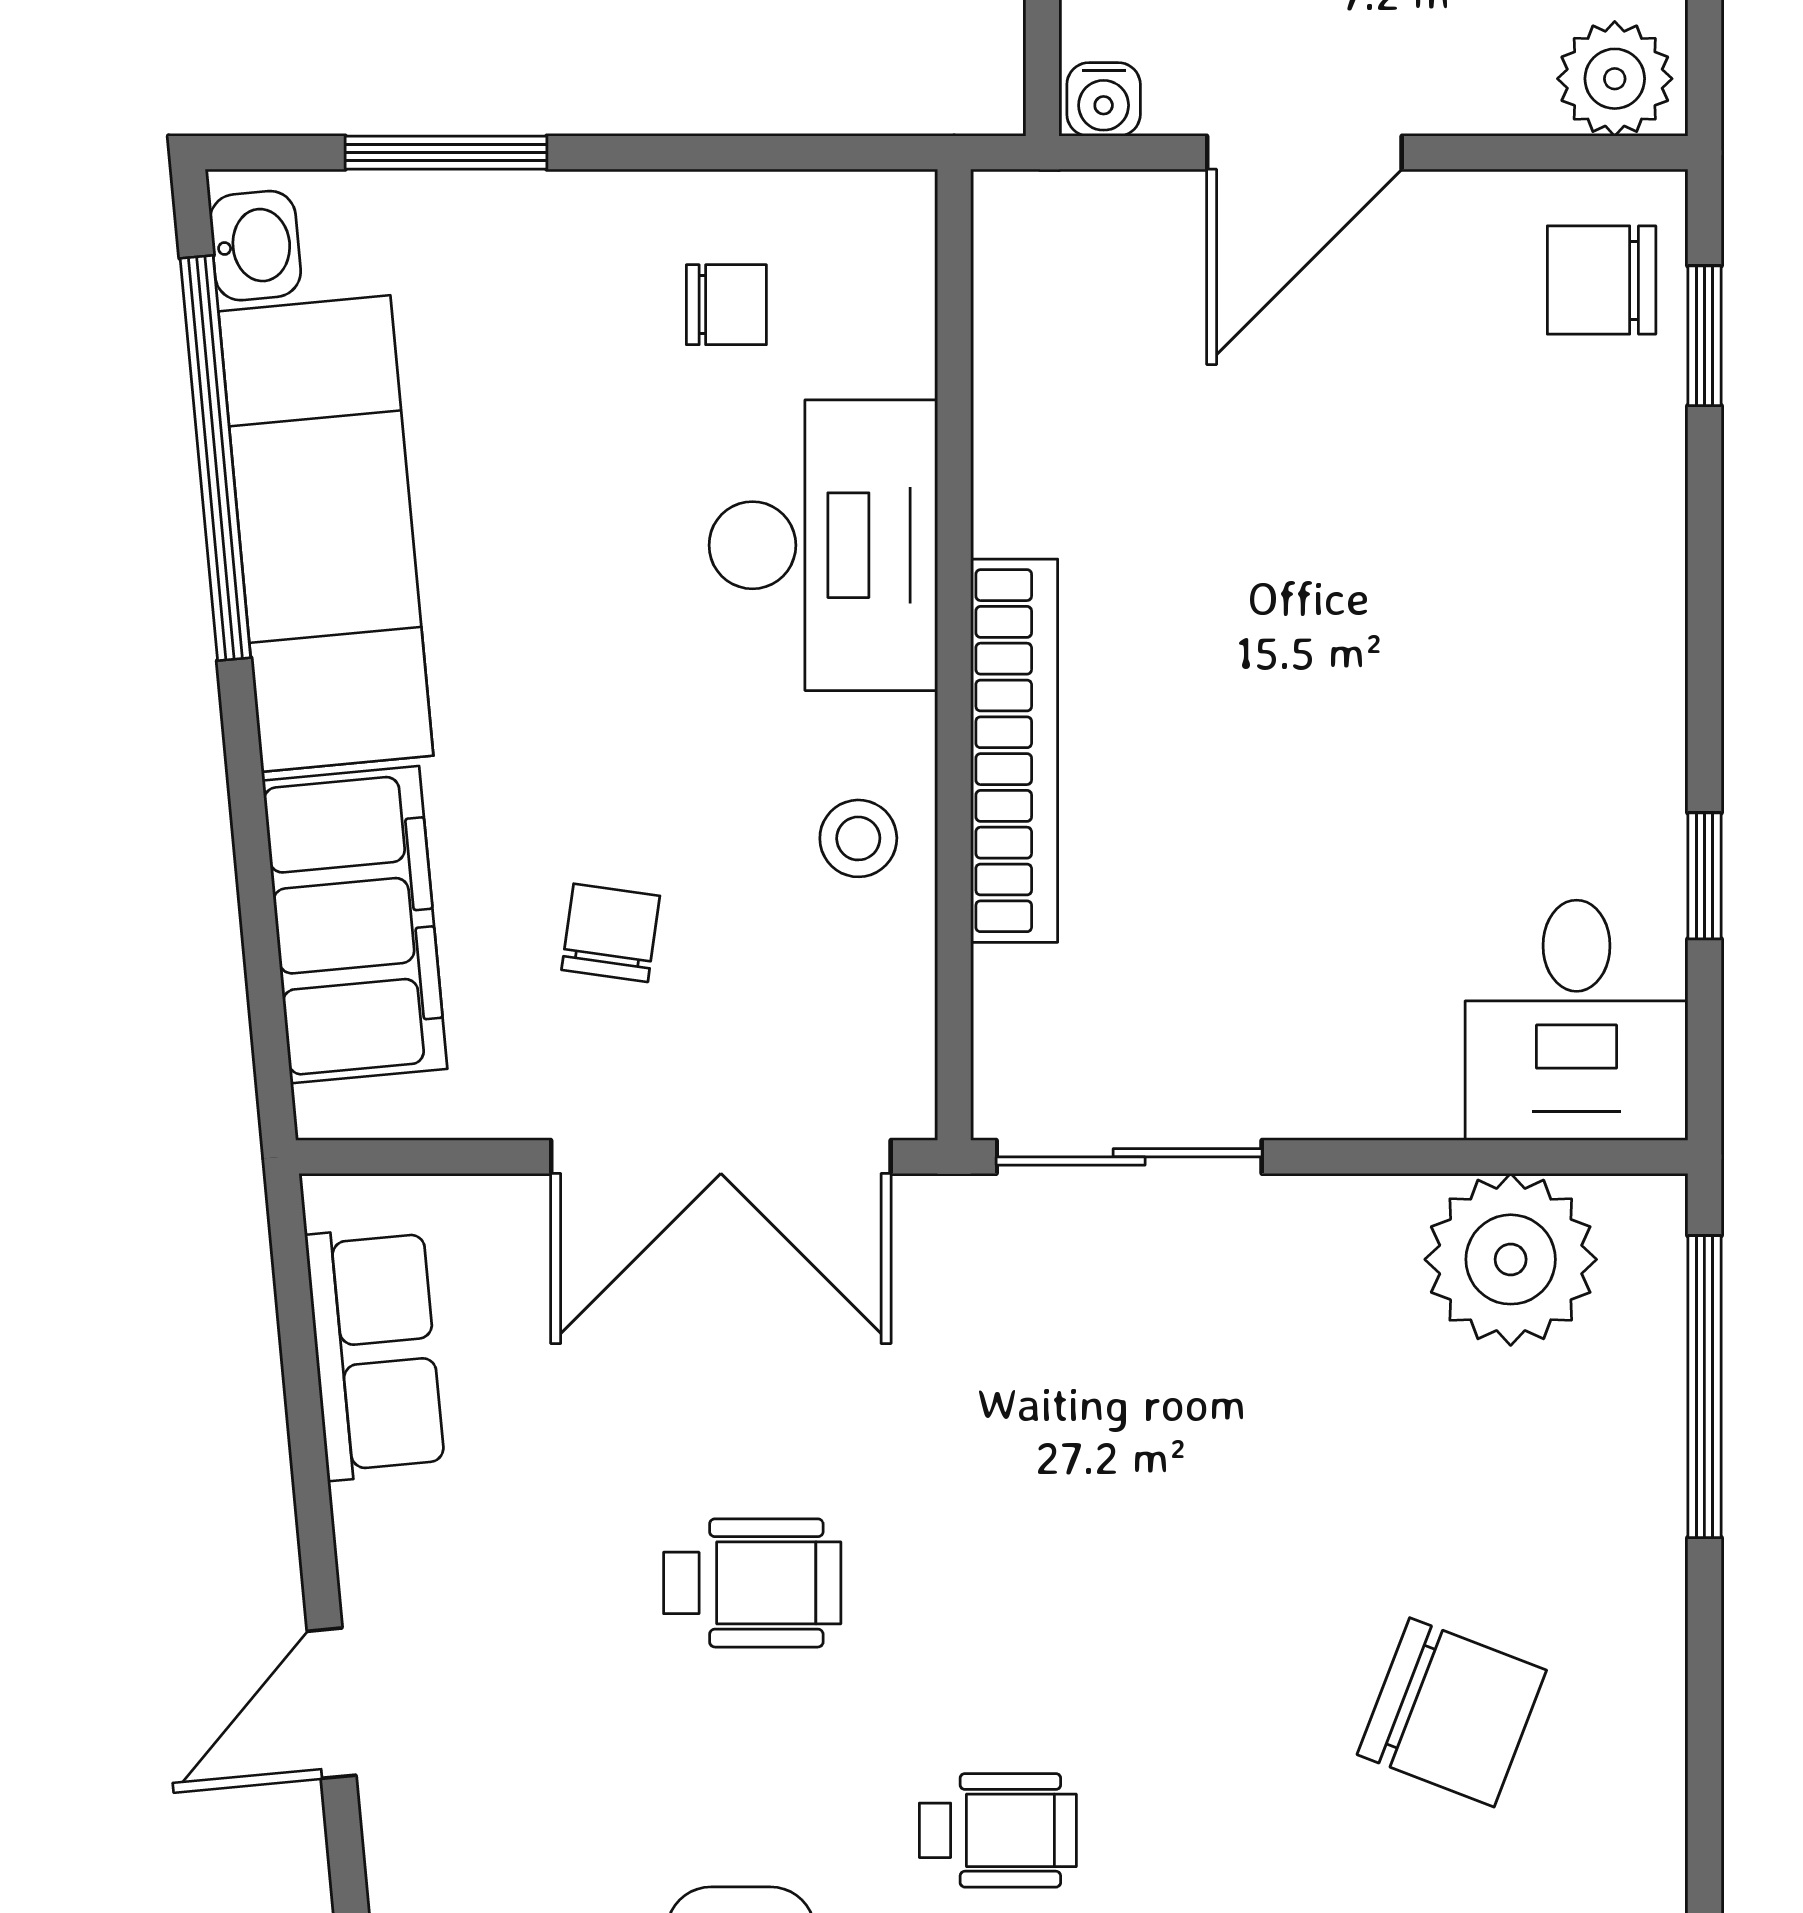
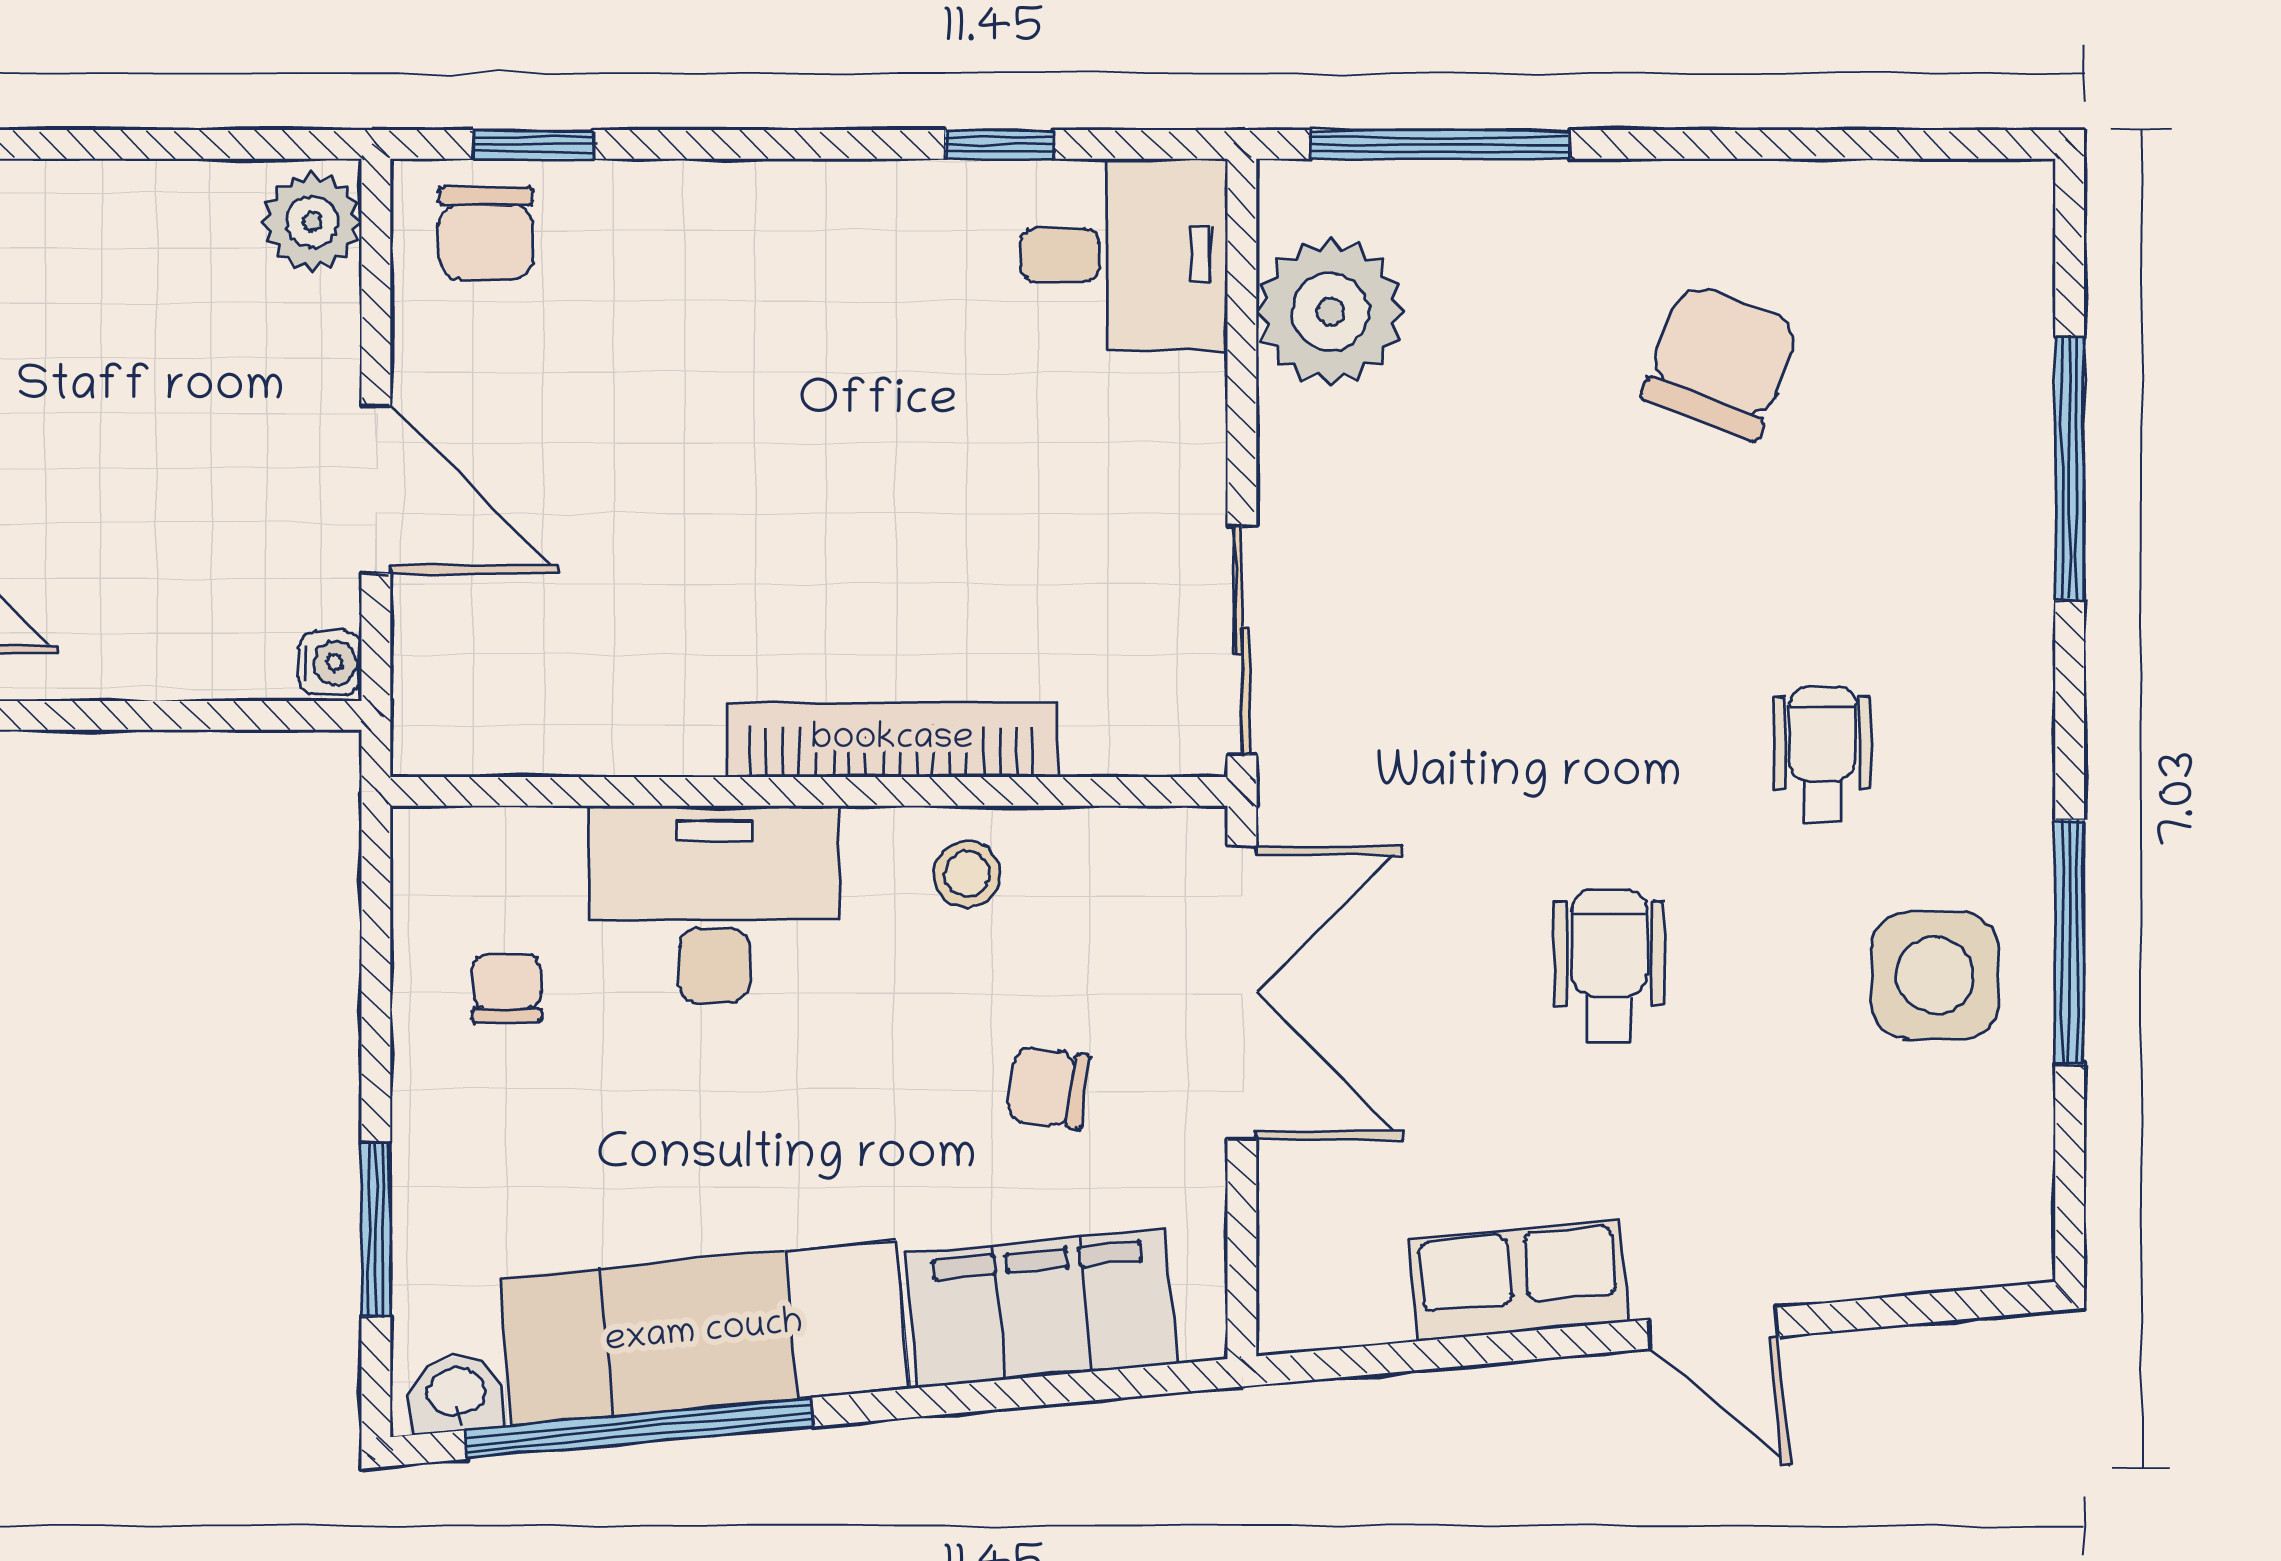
row of seats: (375, 1353) -> (1519, 1281), moved

